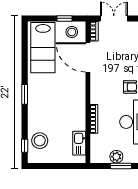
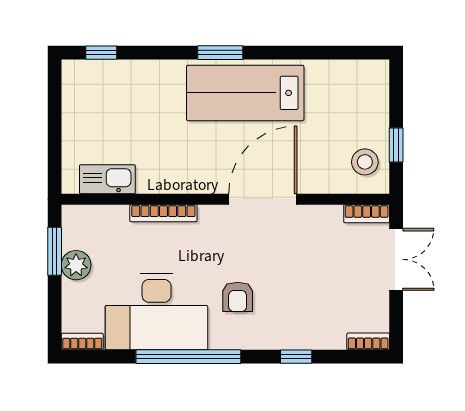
lab bench: (43, 48) -> (245, 93), moved
door: (88, 57) -> (263, 199), moved
stool: (40, 141) -> (113, 88), removed
window: (121, 166) -> (55, 251), moved

